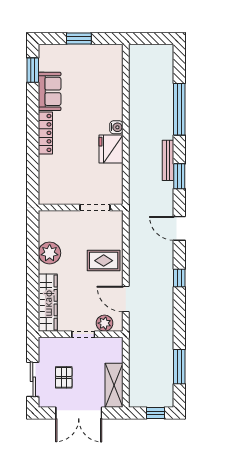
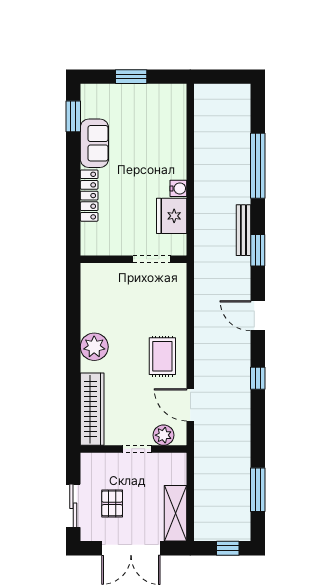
wall: (81, 207) -> (134, 259), moved
doorway: (95, 207) -> (152, 259), moved
rug: (104, 261) -> (162, 356), turned 90

